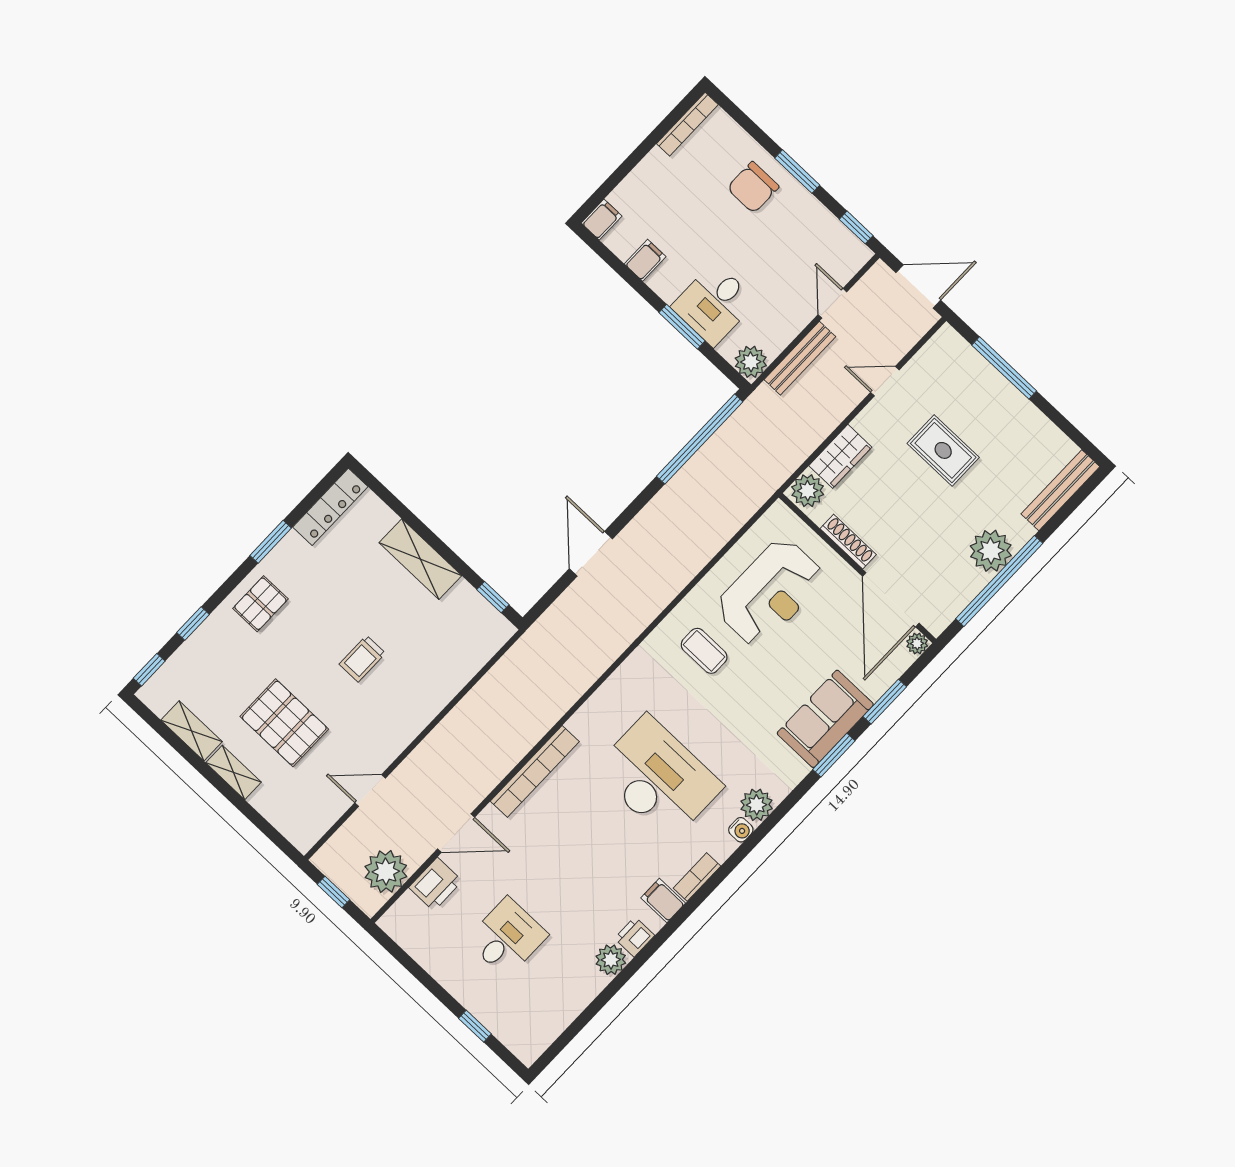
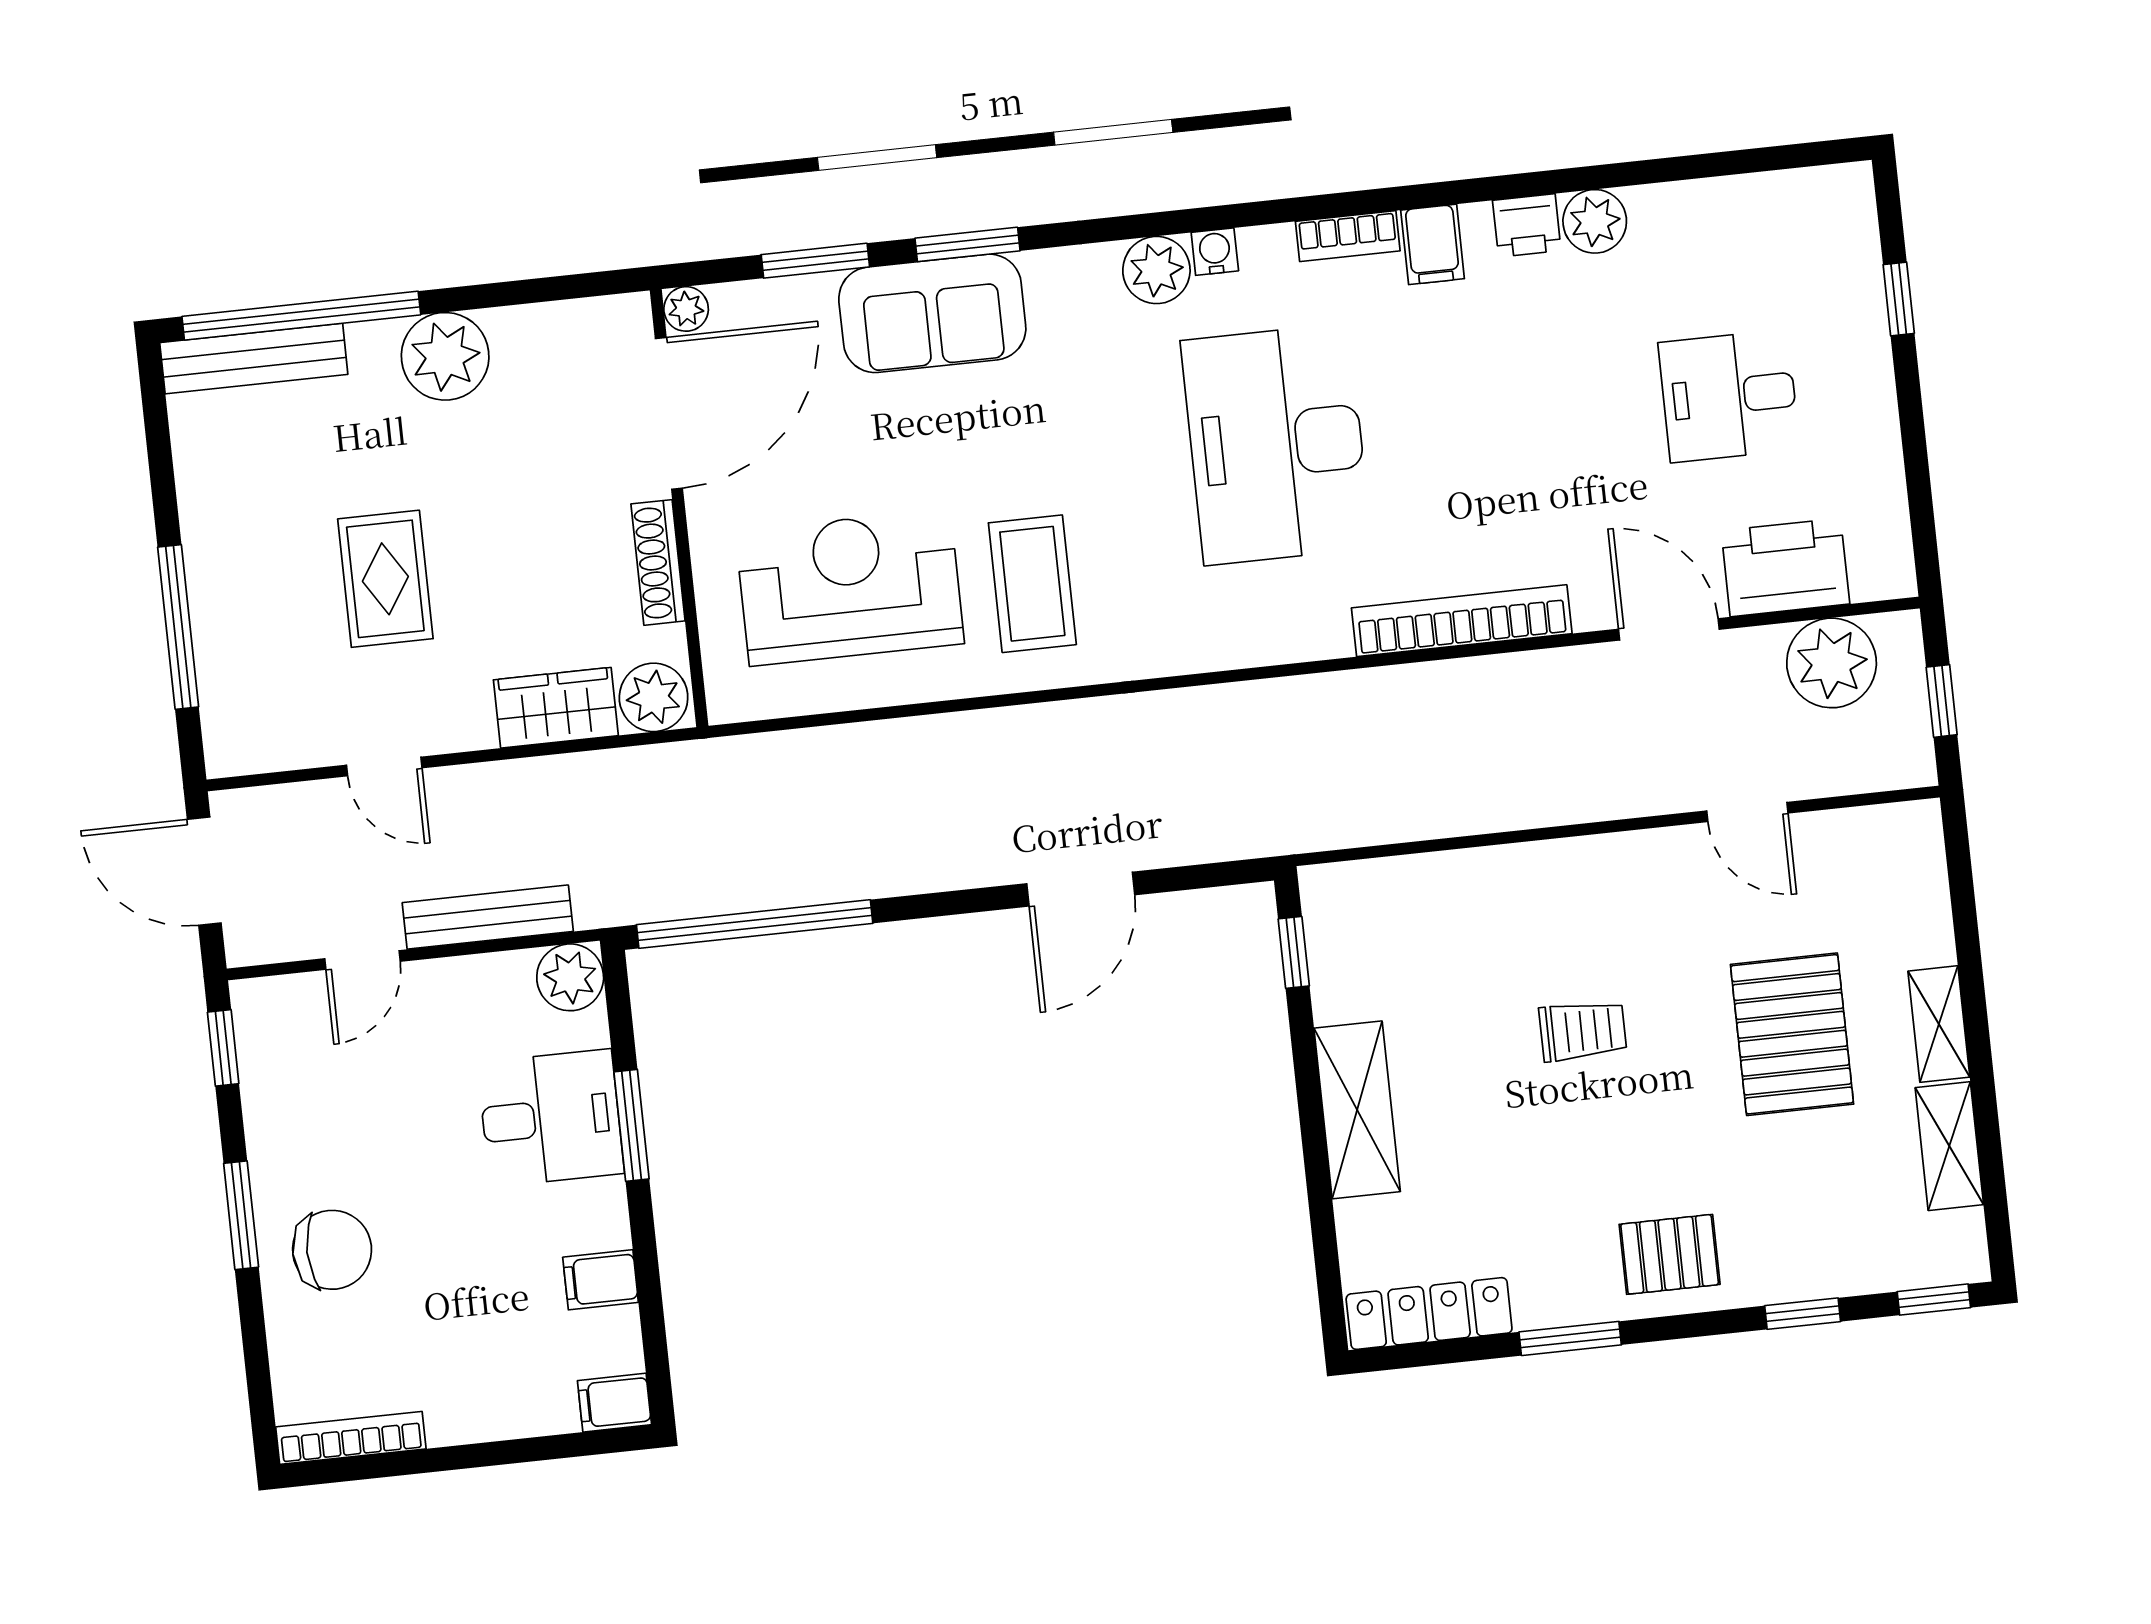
window: (999, 581) -> (301, 316), moved
coffee table: (704, 651) -> (1032, 584), width x1.36, depth x1.30
printer: (436, 884) -> (1785, 567), width x1.37, depth x1.19

